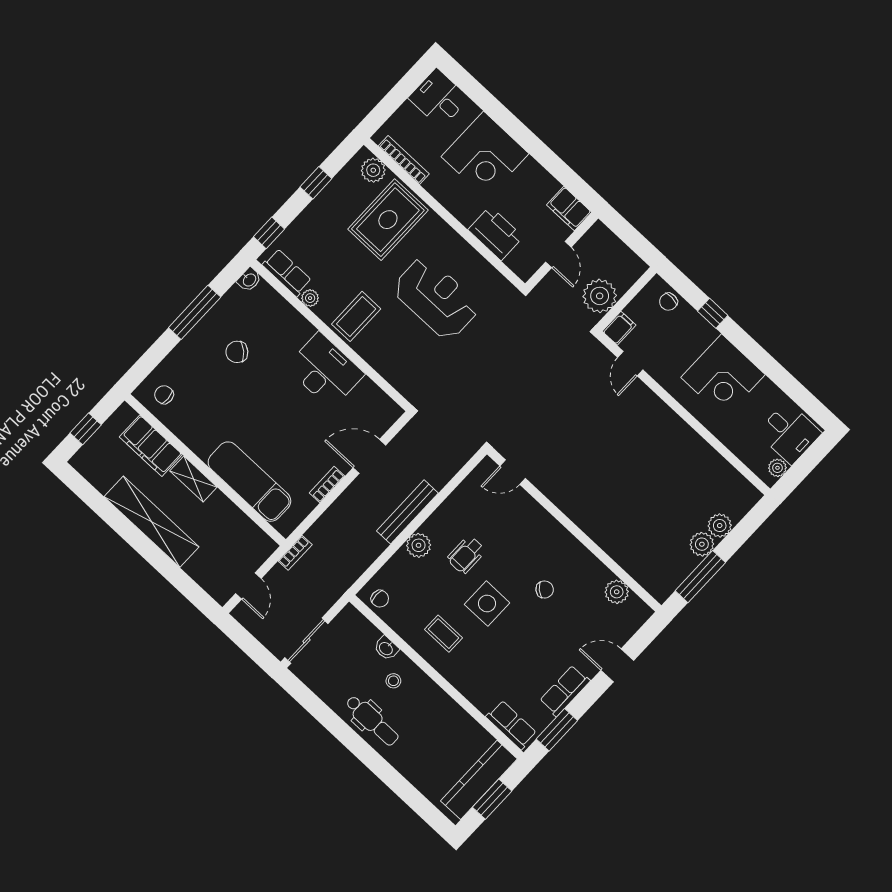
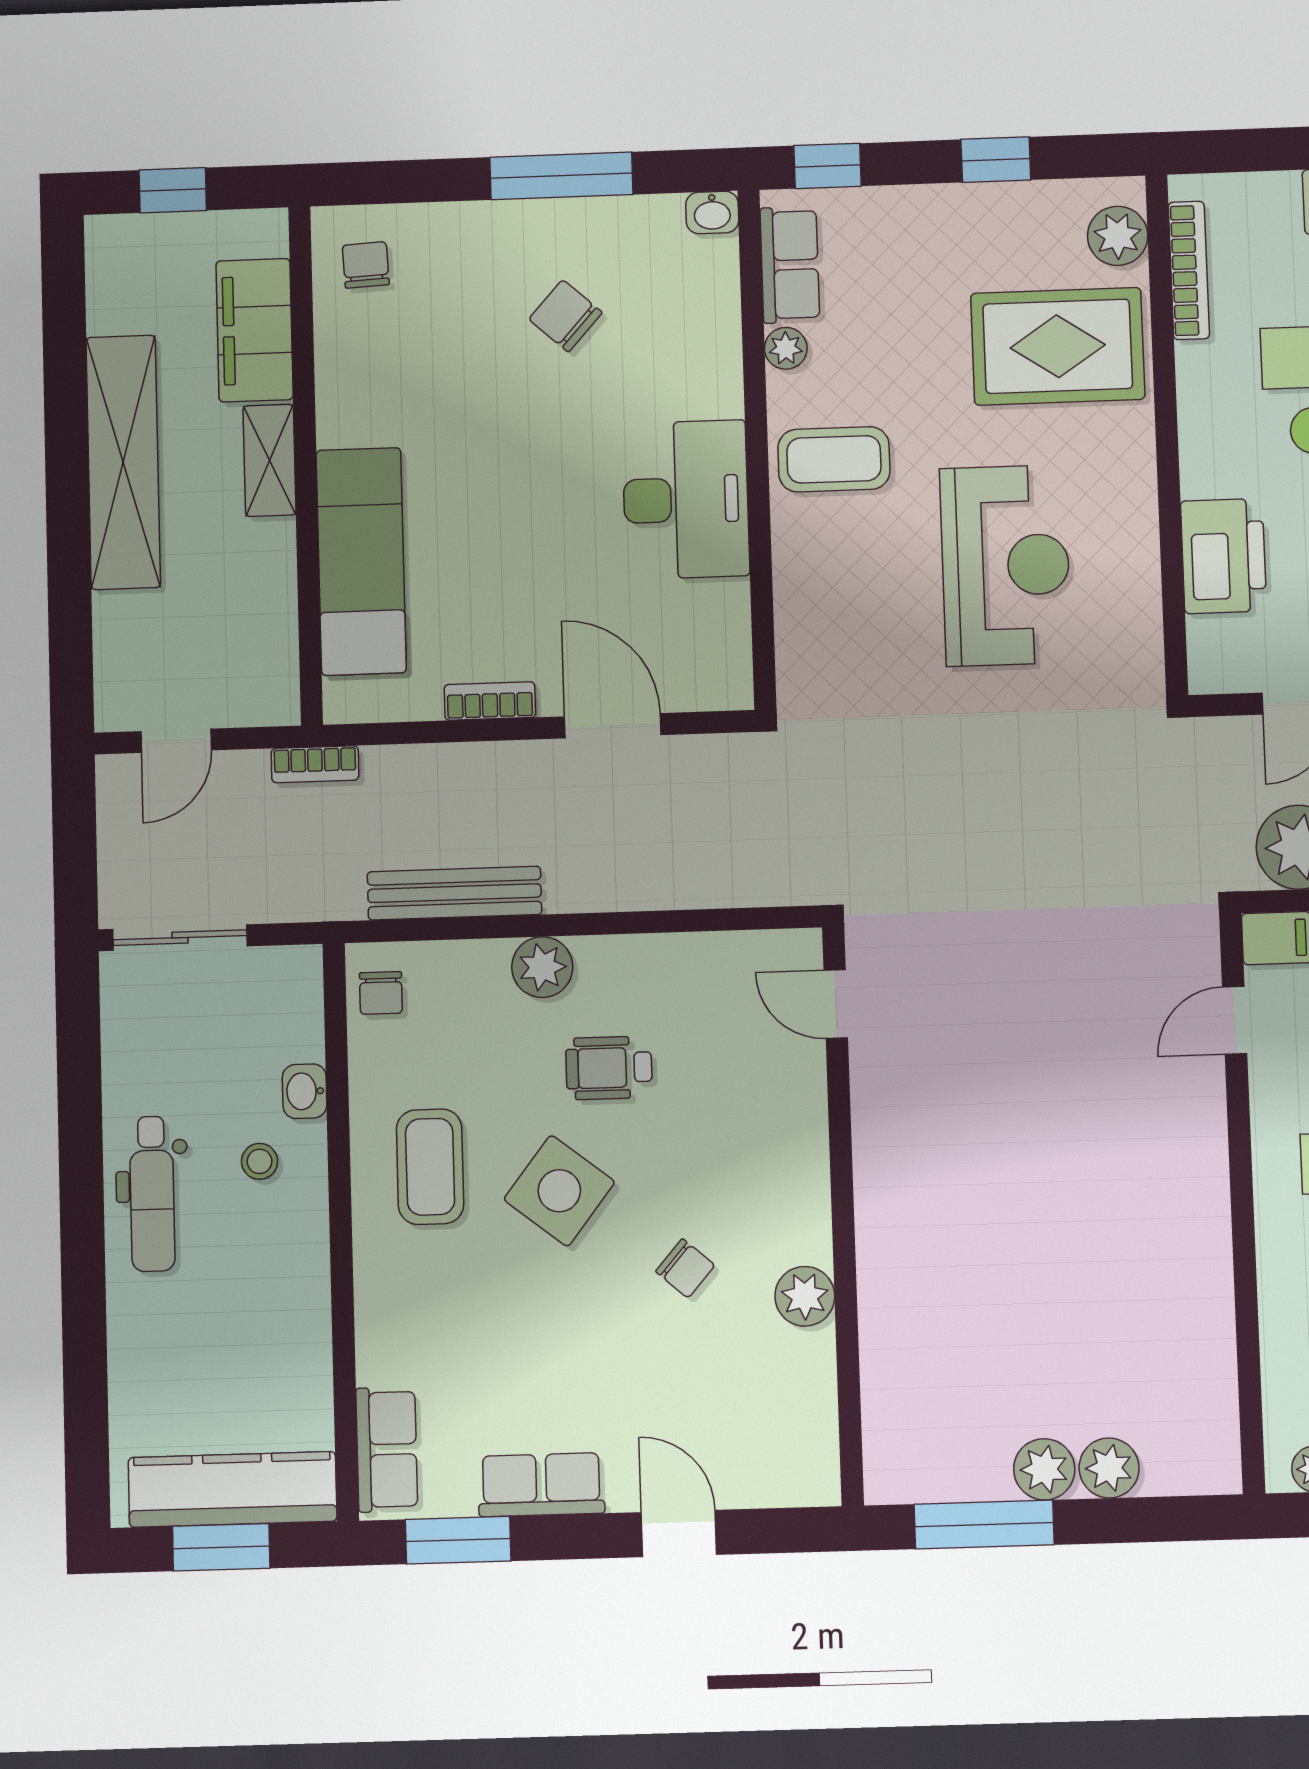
bench: (407, 512) -> (454, 893), moved
plant: (617, 592) -> (805, 1296), moved
side table: (487, 604) -> (559, 1191), turned 38
coffee table: (443, 634) -> (430, 1167), width x1.36, depth x1.30

